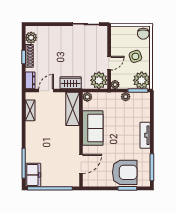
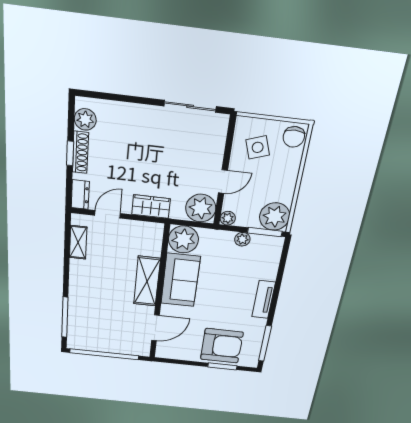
side table: (135, 56) -> (258, 147), moved
plant: (87, 97) -> (183, 239), width x1.88, depth x1.88
shelving: (73, 109) -> (147, 281), moved
freezer: (33, 175) -> (79, 334), removed

